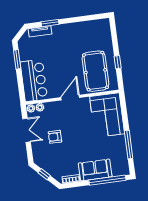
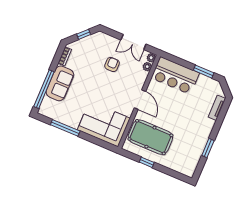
window: (50, 23) -> (208, 148), moved

